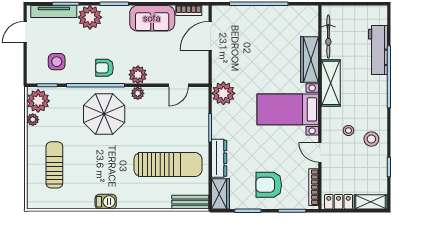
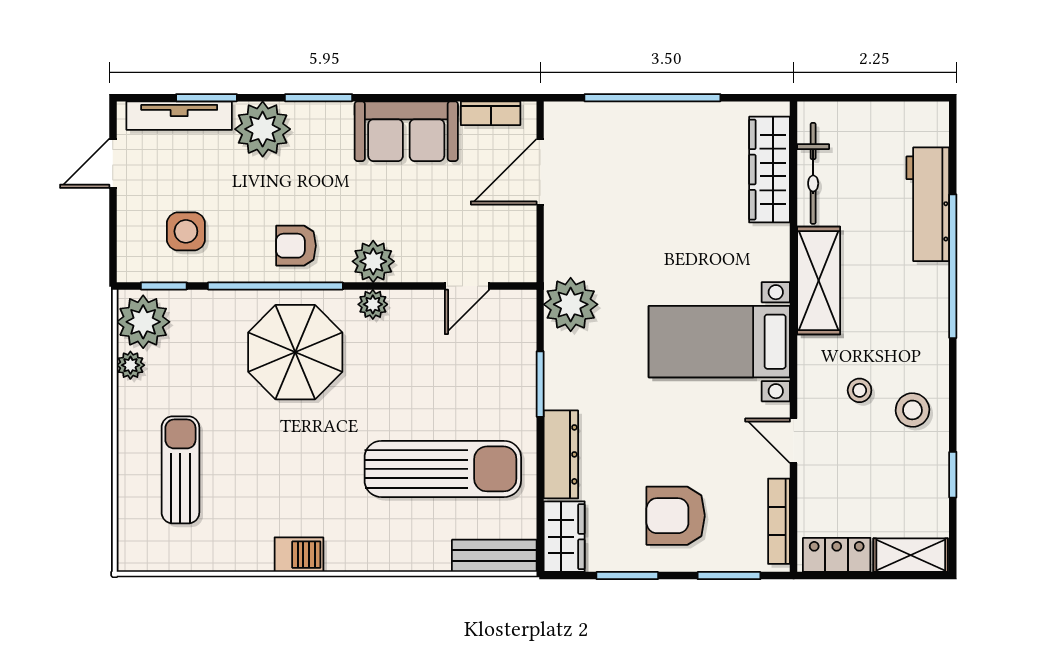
wardrobe: (309, 59) -> (769, 170), moved

